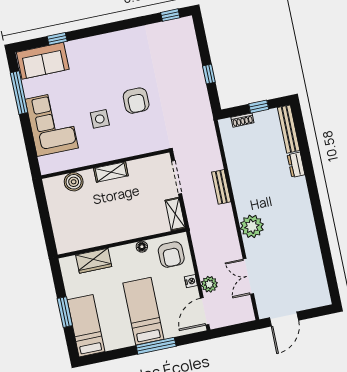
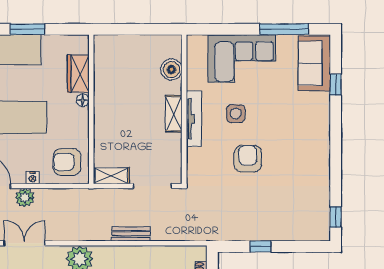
armchair: (136, 101) -> (248, 159), turned 90
tv unit: (112, 154) -> (194, 119), added
floor lamp: (142, 247) -> (83, 100), moved

